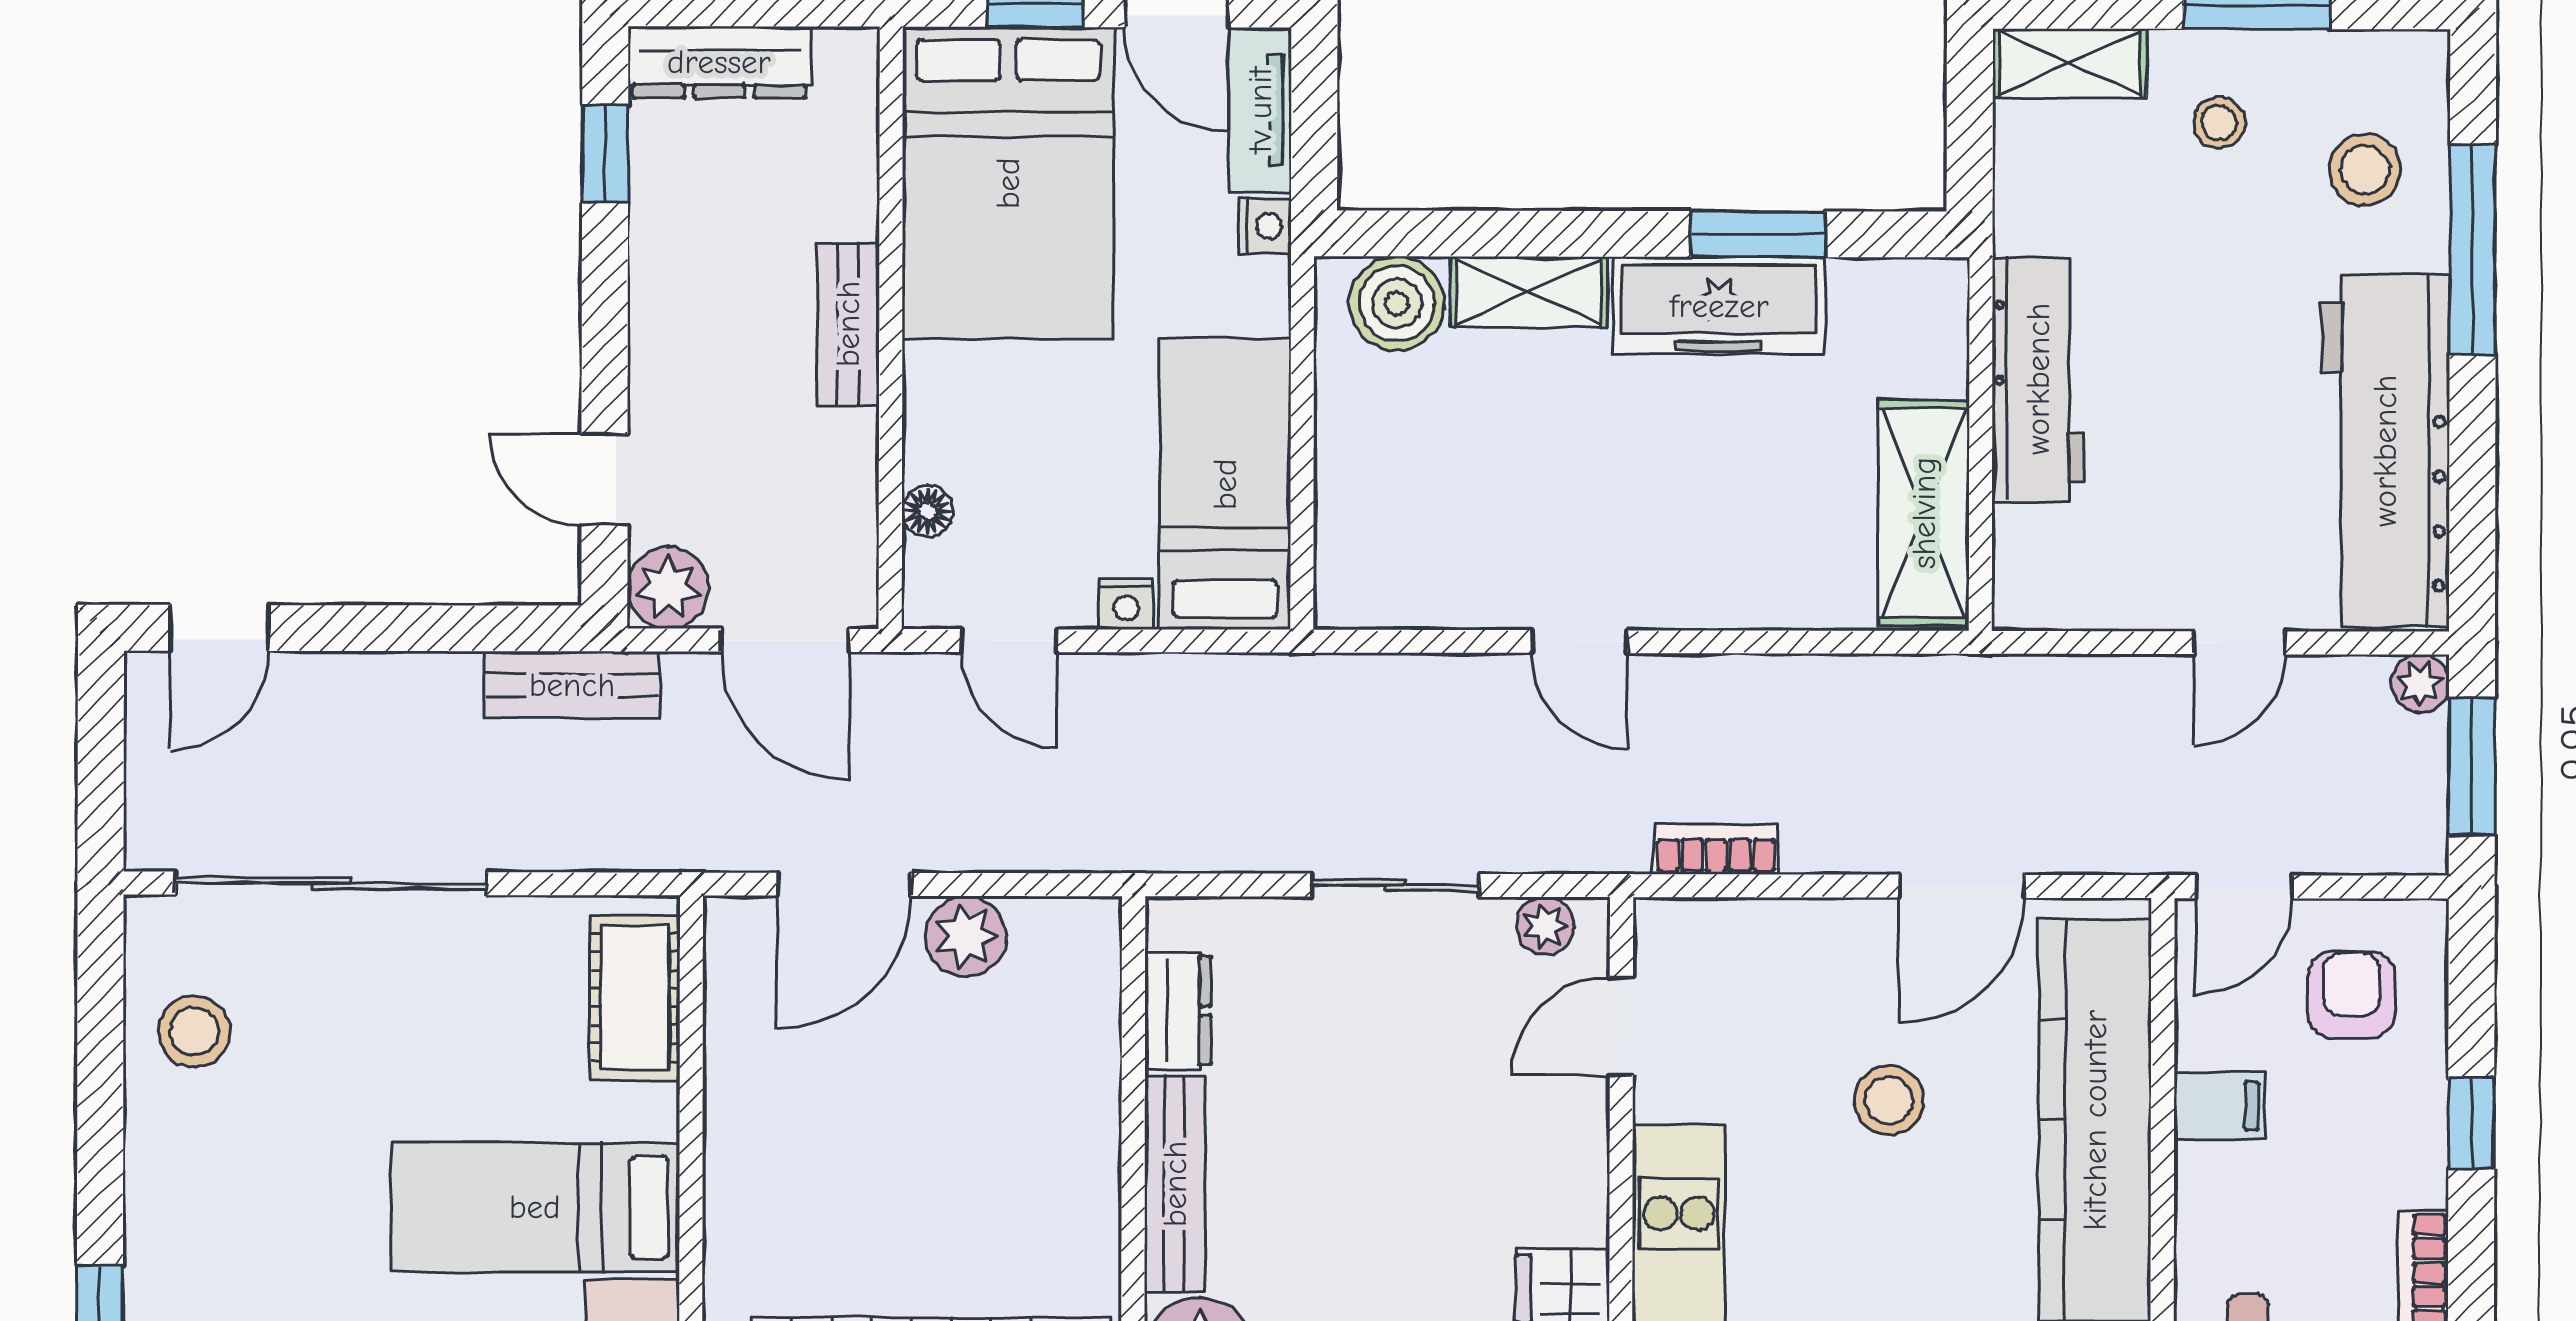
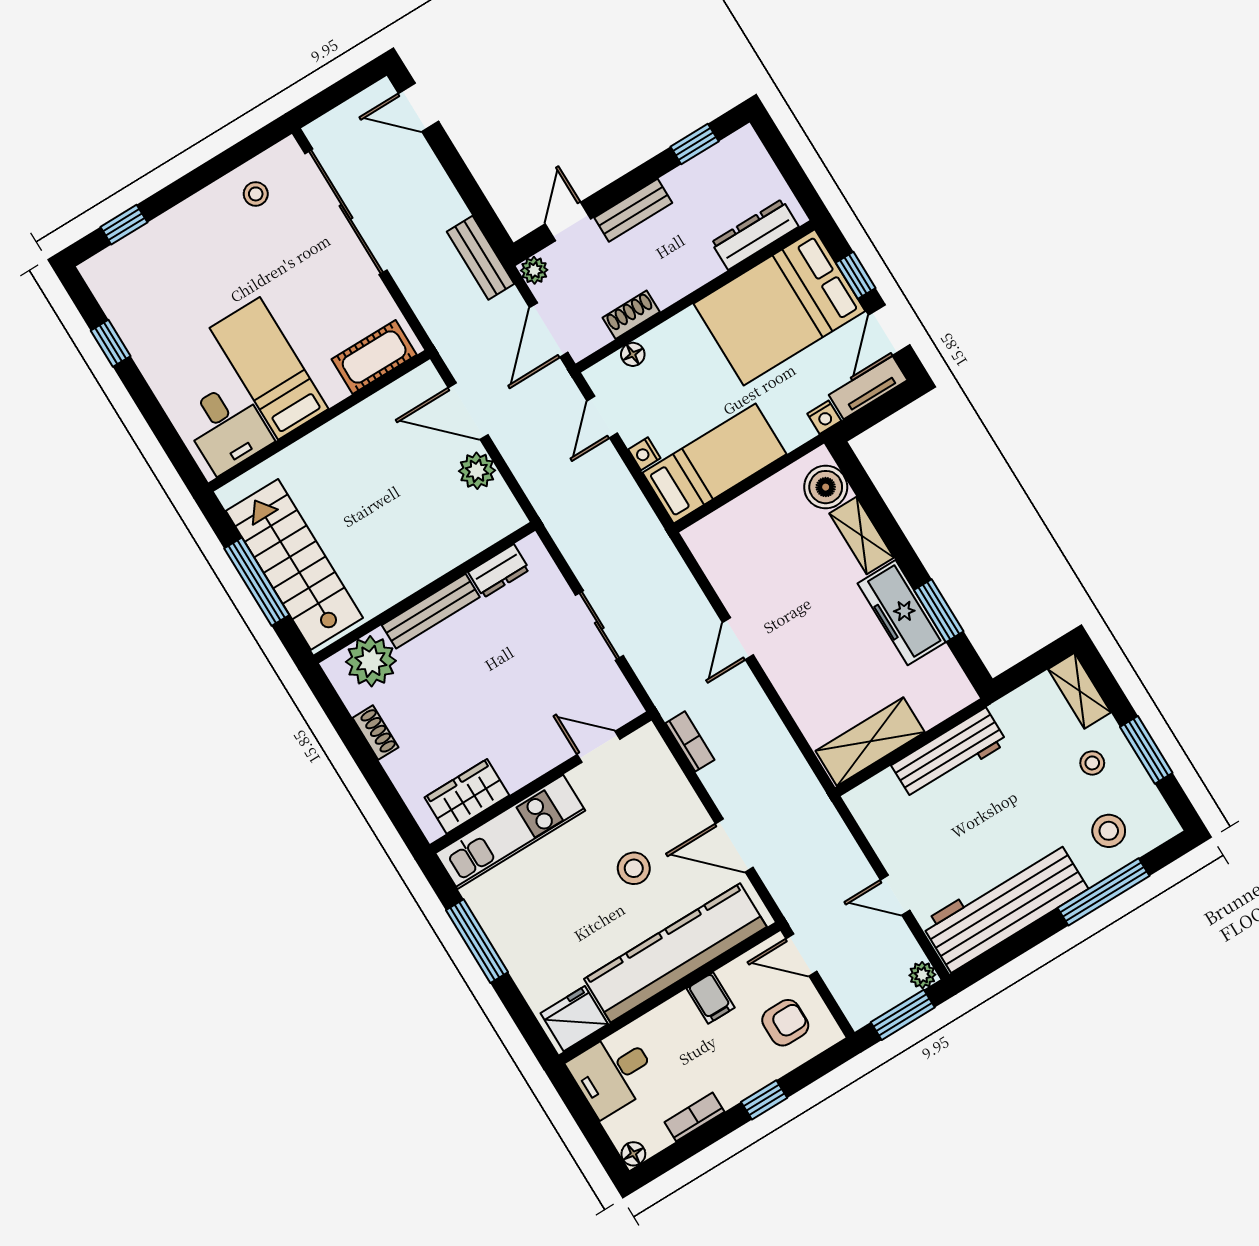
dresser: (719, 62) -> (755, 234), moved, turned 90
bench: (848, 324) -> (633, 210), moved
shoe rack: (851, 469) -> (631, 315), added
plant: (668, 588) -> (534, 270), width x0.73, depth x0.73
plant: (1545, 926) -> (619, 693), removed
stool: (194, 1031) -> (256, 194), width x0.73, depth x0.73

